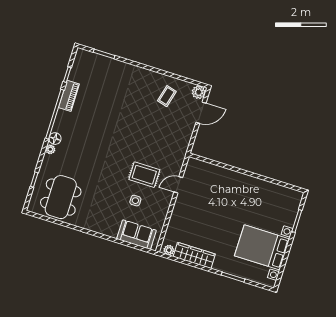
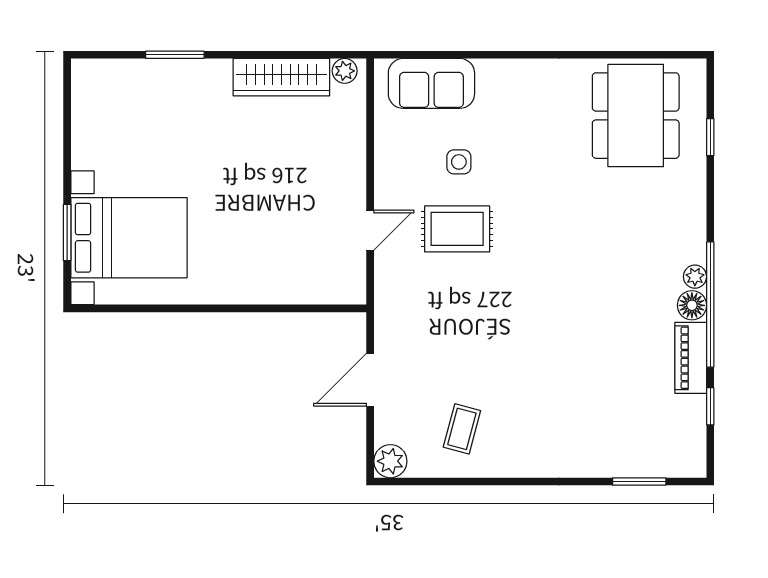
door: (201, 113) -> (370, 380), moved
floor lamp: (55, 139) -> (692, 305), moved
plant: (50, 149) -> (695, 277), moved
bed with nightstands: (262, 247) -> (129, 238), moved

